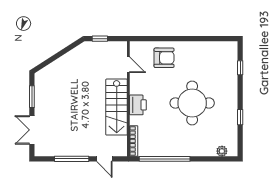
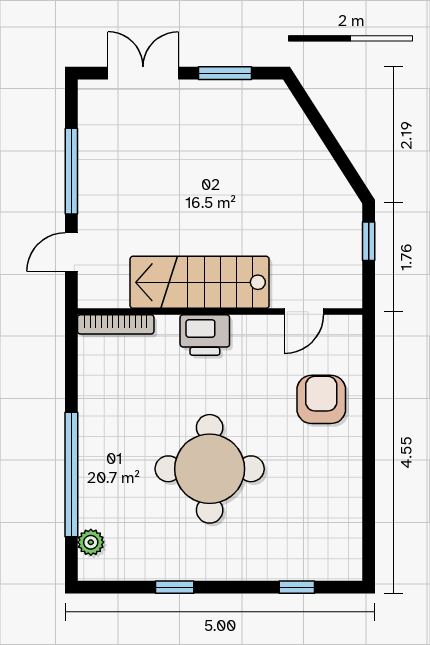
armchair: (164, 58) -> (321, 399), turned 180
window: (165, 159) -> (71, 474), moved

